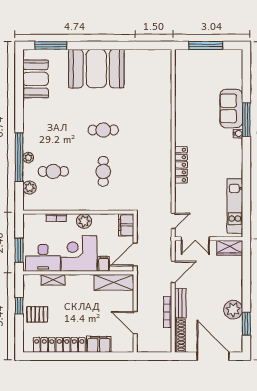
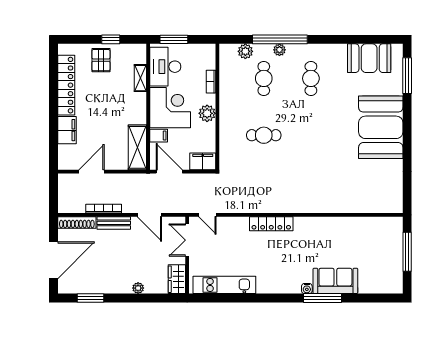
cafe table: (103, 130) -> (311, 78), moved
plant: (233, 310) -> (138, 288), moved, width x0.53, depth x0.53

